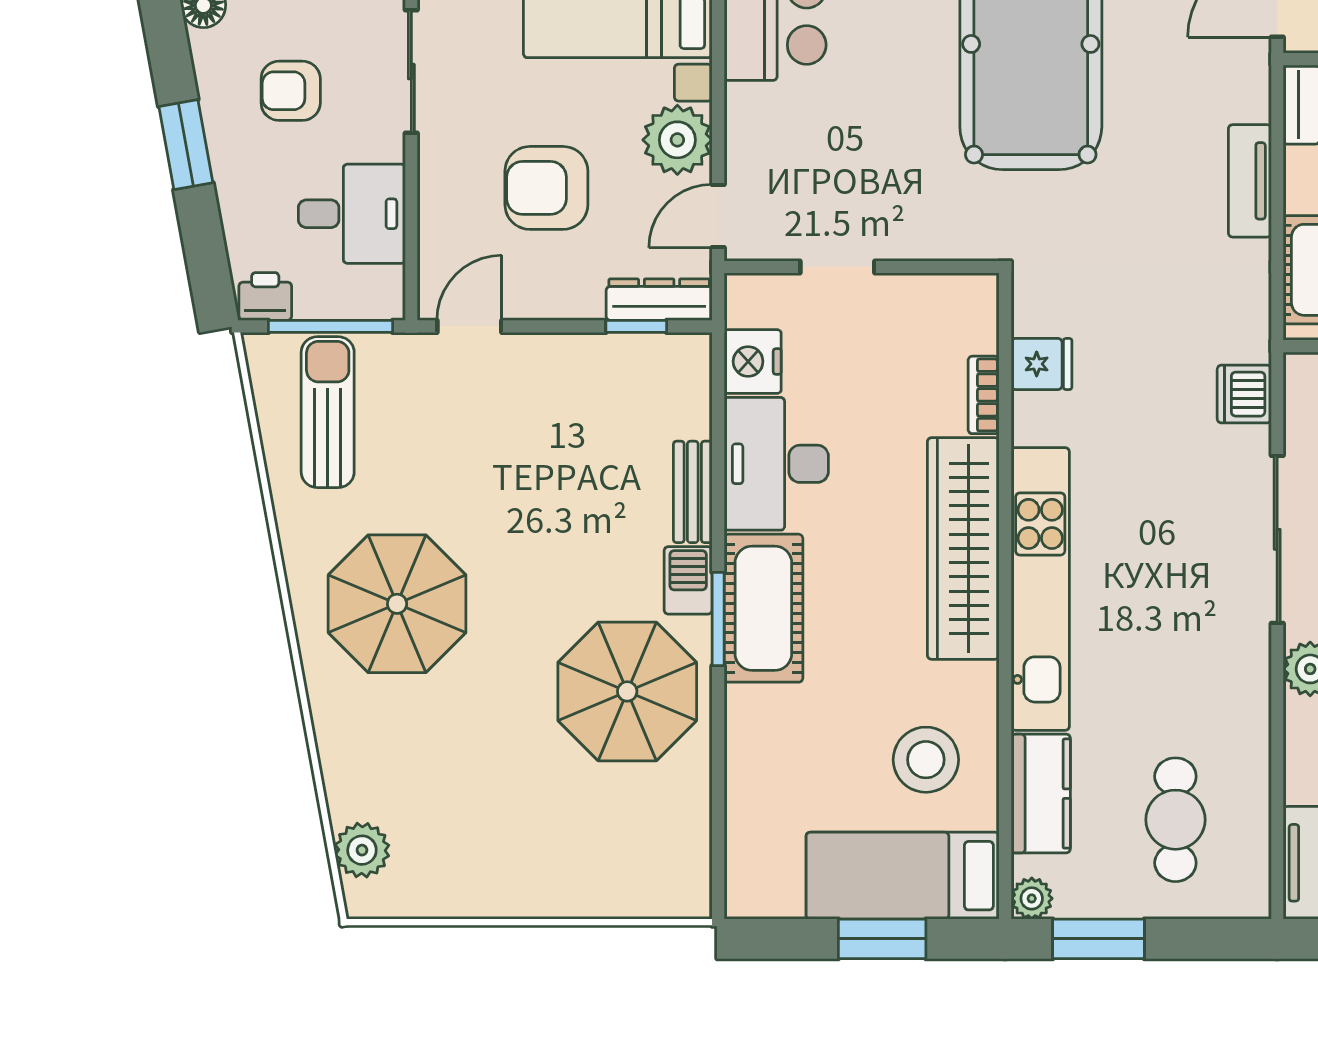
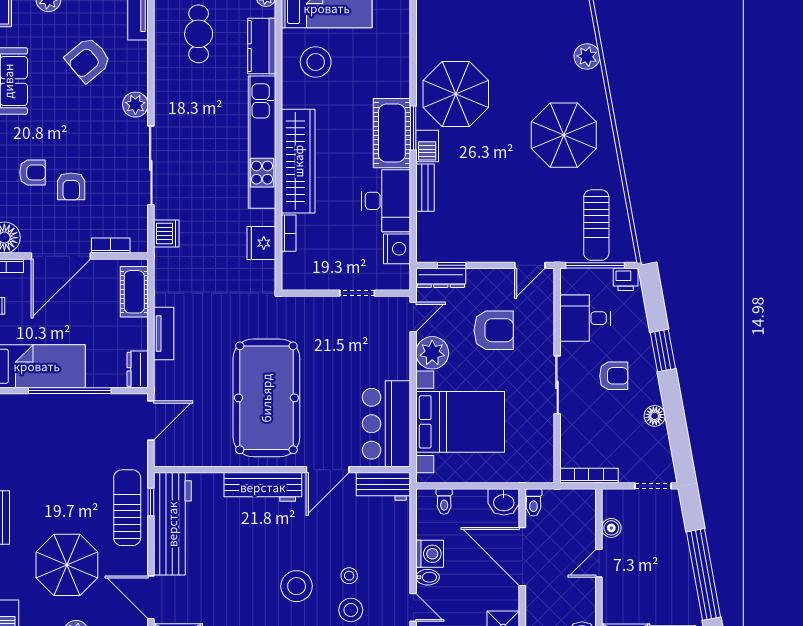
fridge: (1041, 364) -> (261, 243), width x1.38
plant: (362, 850) -> (587, 56), moved

